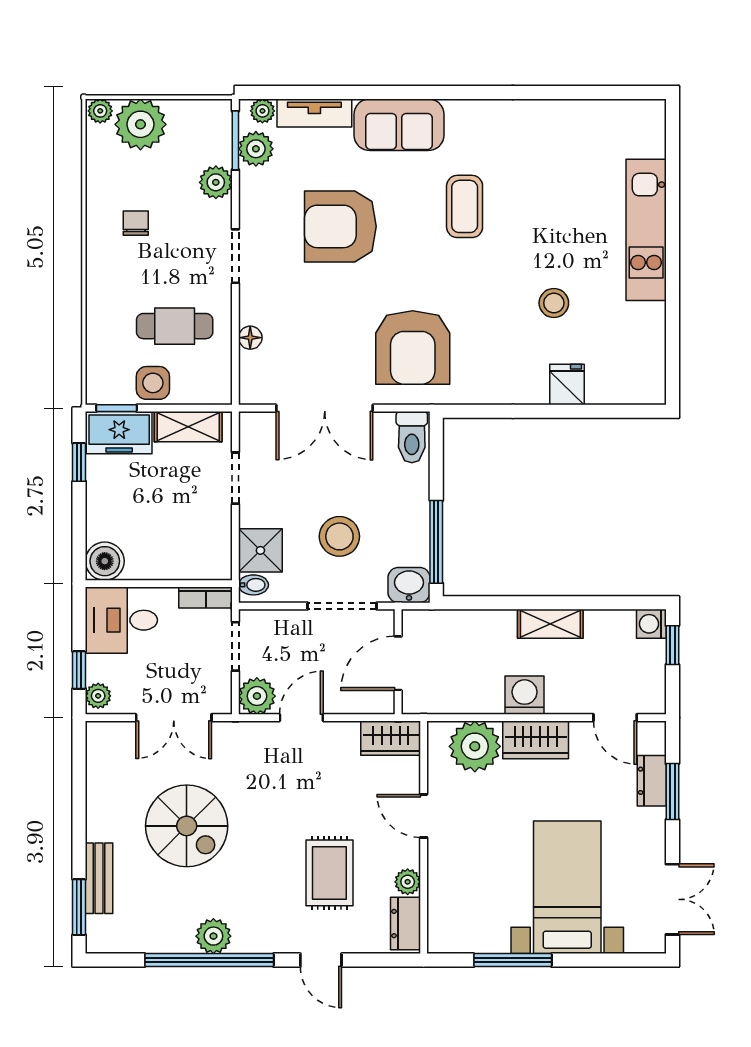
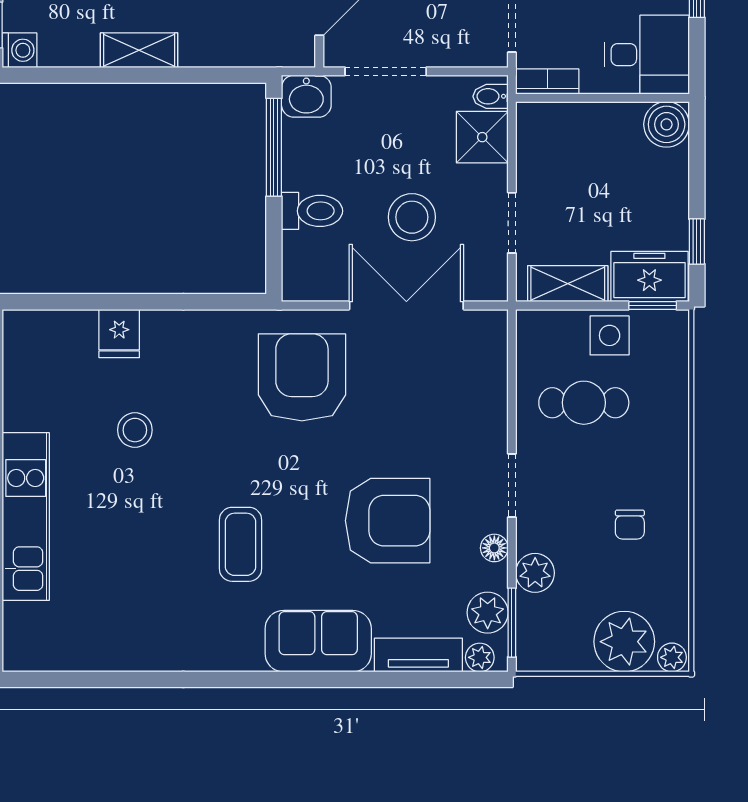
floor lamp: (250, 338) -> (494, 548), moved
toilet: (412, 437) -> (312, 211), moved, turned 90
stool: (339, 536) -> (412, 217), moved

